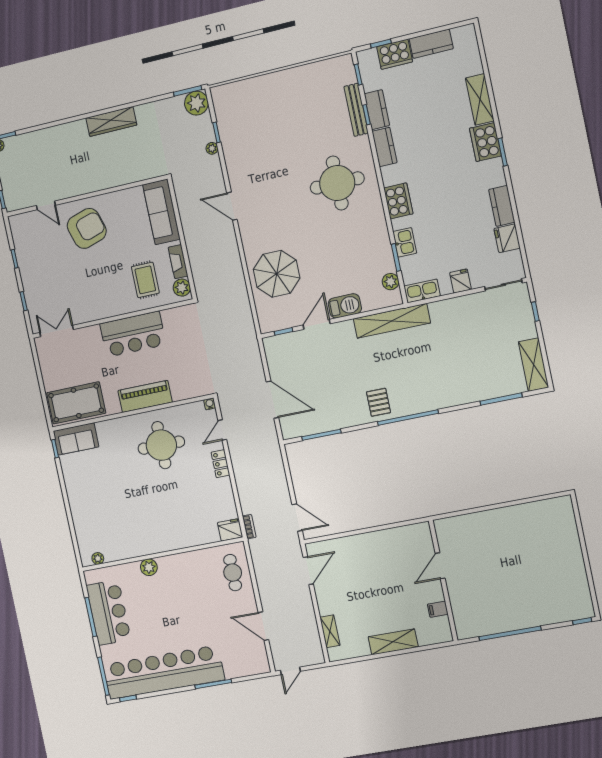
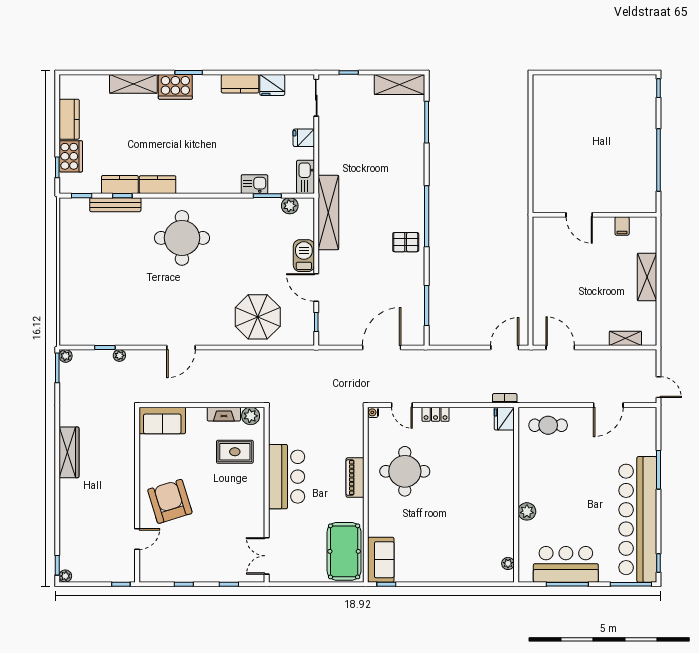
plant: (196, 103) -> (66, 356), width x0.53, depth x0.53
cooker: (398, 201) -> (213, 182), removed
sofa: (161, 212) -> (162, 420), width x0.73
piano: (145, 396) -> (355, 478), width x0.73, depth x0.75

